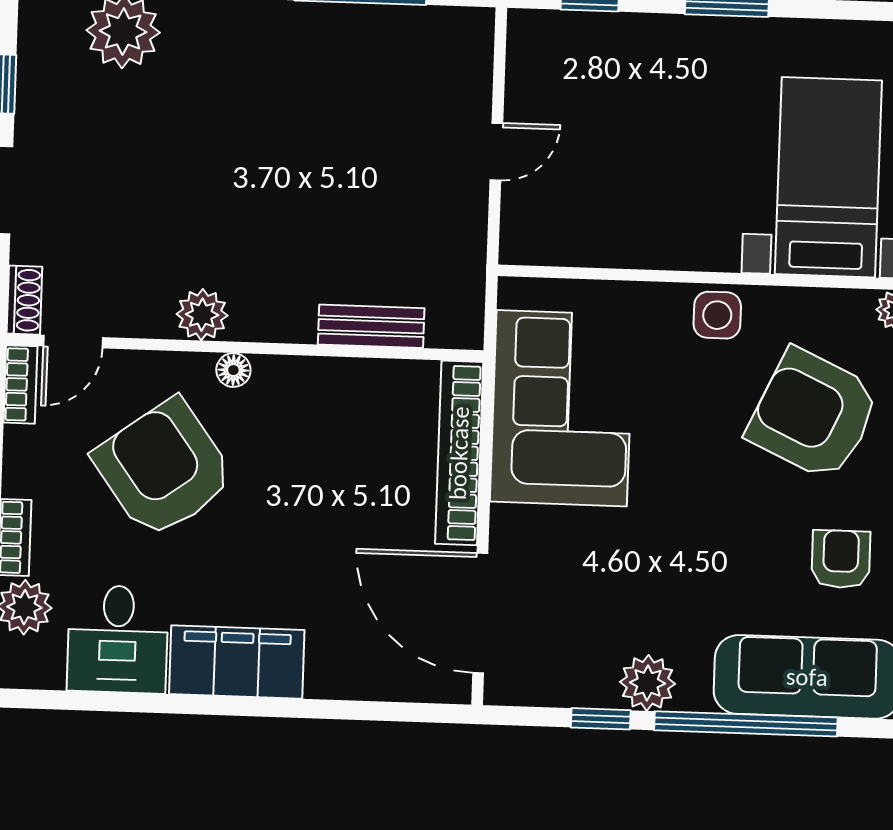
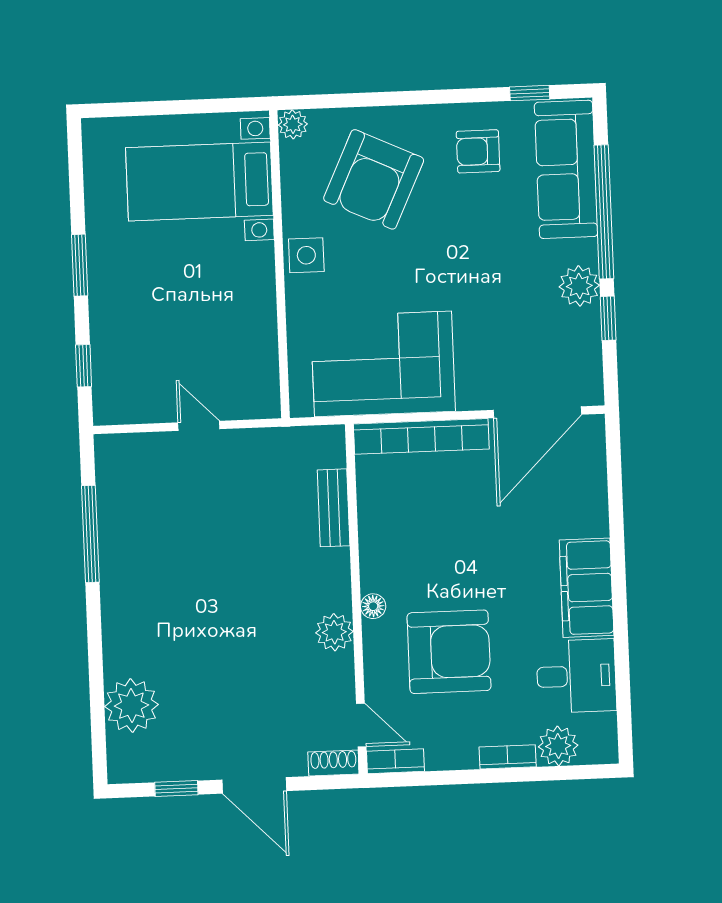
armchair: (164, 468) -> (449, 652), turned -144

